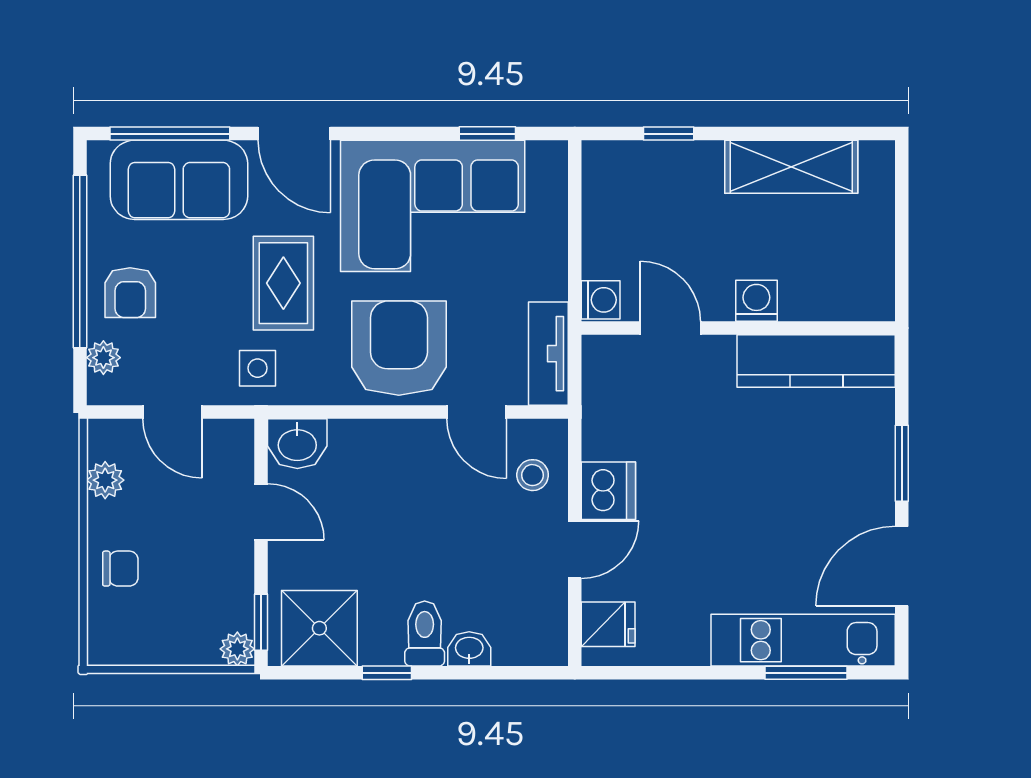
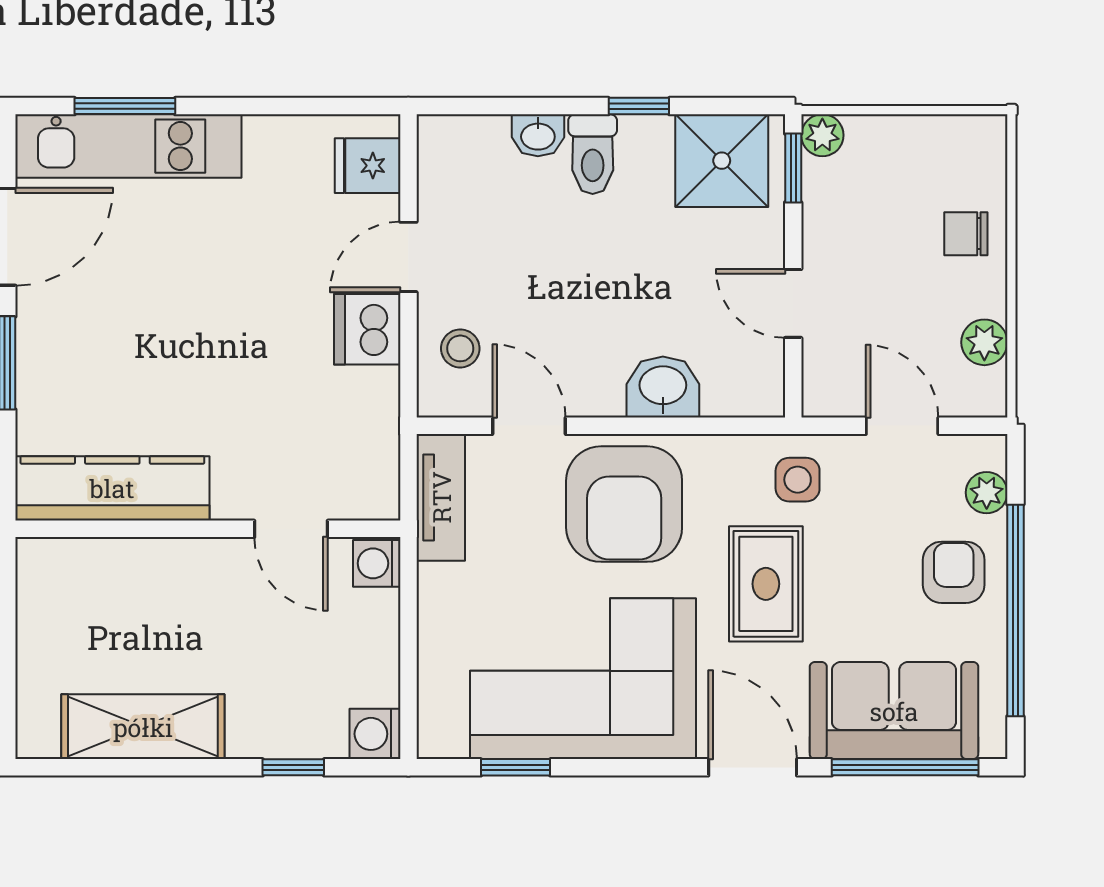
washing machine: (756, 301) -> (375, 734), moved, turned 90
washbasin: (297, 444) -> (663, 387), moved

